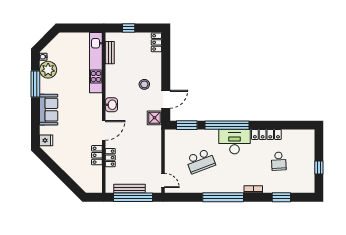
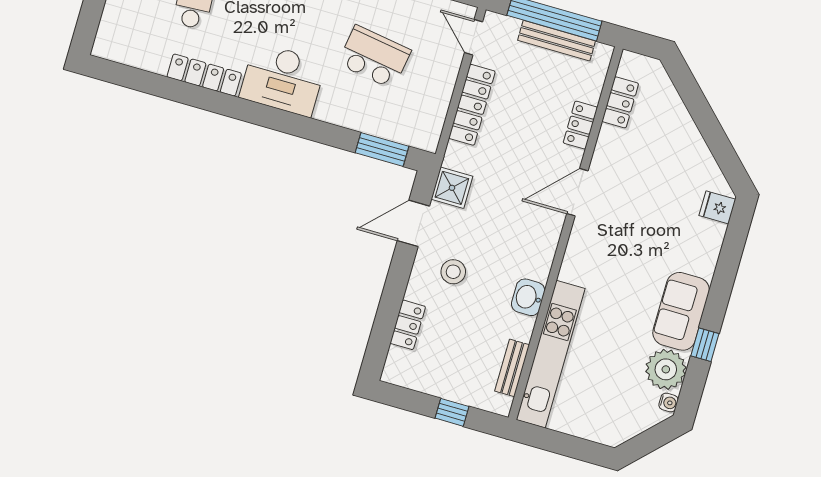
locker: (156, 42) -> (408, 325), moved
window: (35, 84) -> (705, 345), width x0.46
washbasin: (111, 105) -> (528, 297), moved
sofa: (49, 110) -> (681, 311), moved
window: (227, 125) -> (289, 123), removed
locker: (156, 153) -> (472, 105), added
locker: (97, 155) -> (620, 102), moved
school desk: (200, 161) -> (374, 57), turned 30

